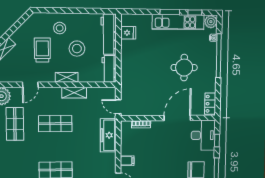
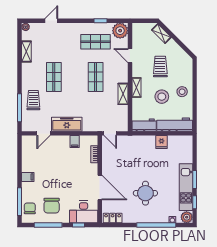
stool: (60, 28) -> (182, 92), moved
fridge: (128, 33) -> (161, 142), moved
trolley: (42, 50) -> (160, 66), turned -90
door: (118, 107) -> (110, 133), swing flipped
freezer: (108, 135) -> (67, 124), moved
filing cabinet: (127, 161) -> (75, 142), moved

